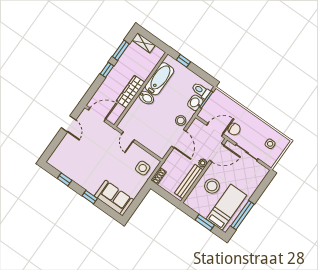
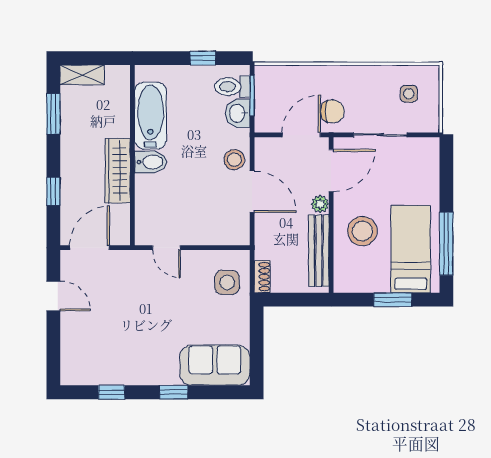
window: (183, 61) -> (203, 58), moved
window: (107, 70) -> (53, 191), moved

